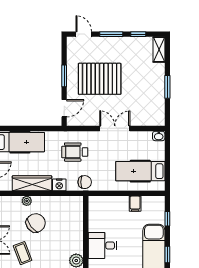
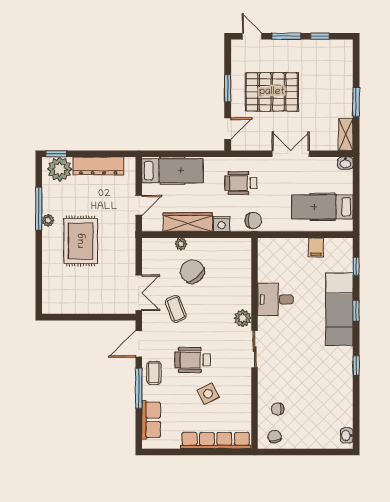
shelving: (159, 50) -> (346, 135), moved
chair: (36, 223) -> (192, 271), turned -94

